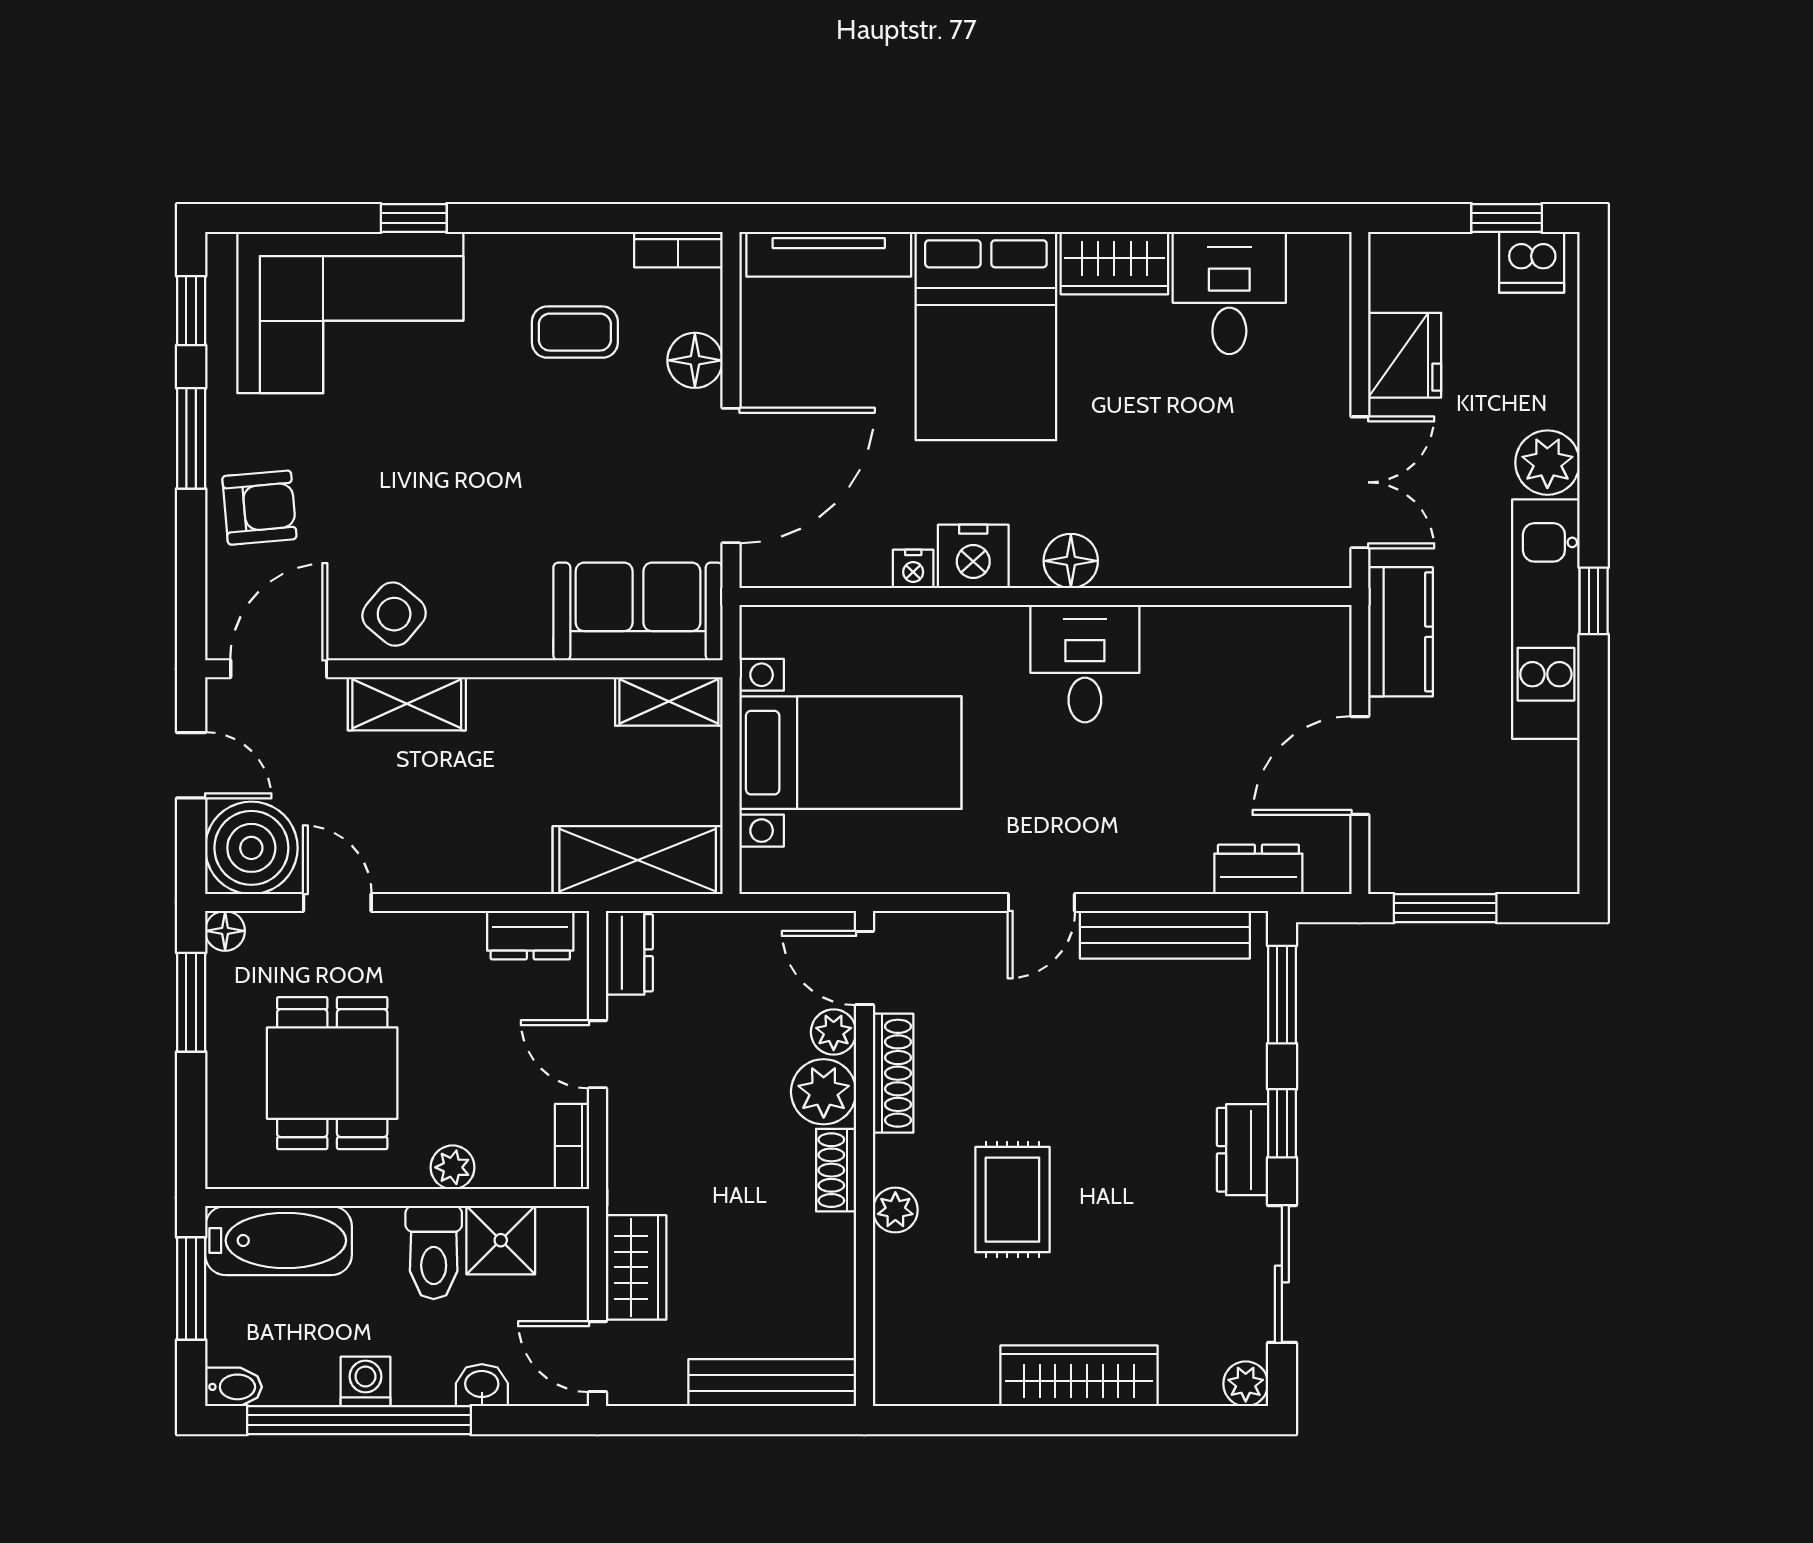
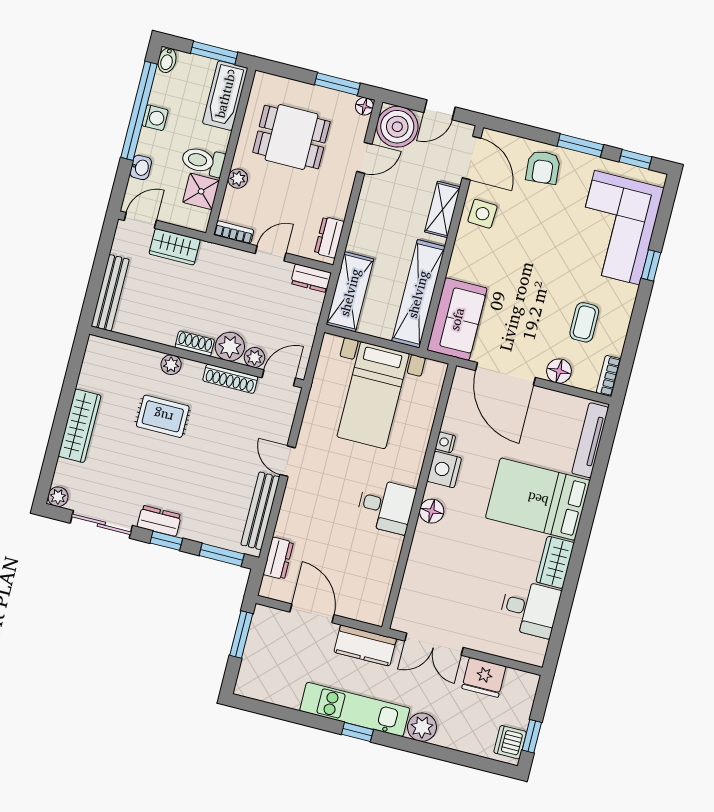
side table: (394, 614) -> (482, 214), turned -37
shelving: (669, 701) -> (418, 294), width x2.20, depth x1.33

